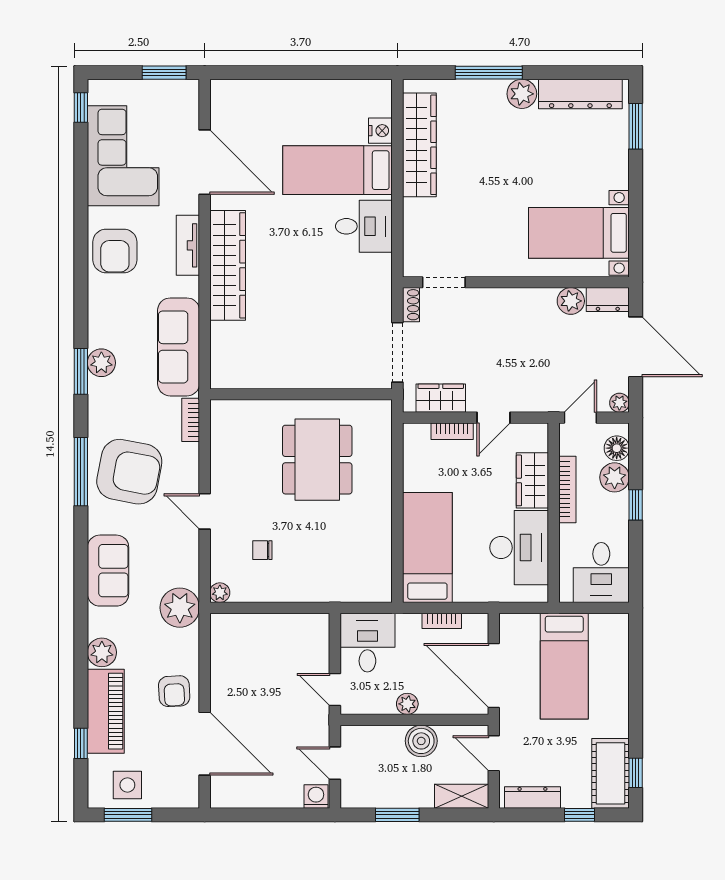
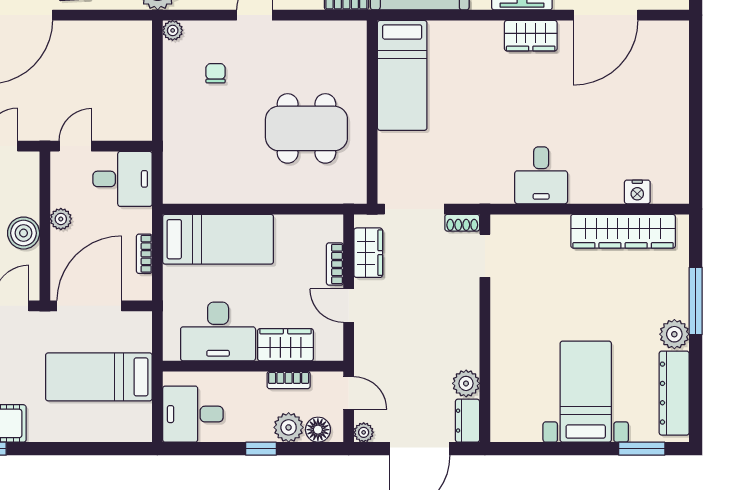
bed: (337, 170) -> (402, 75), moved, turned 180
bed with nightstands: (579, 233) -> (586, 392), moved
wardrobe: (228, 265) -> (531, 36), width x0.48, depth x0.85
bookcase: (567, 489) -> (289, 380), width x0.64

